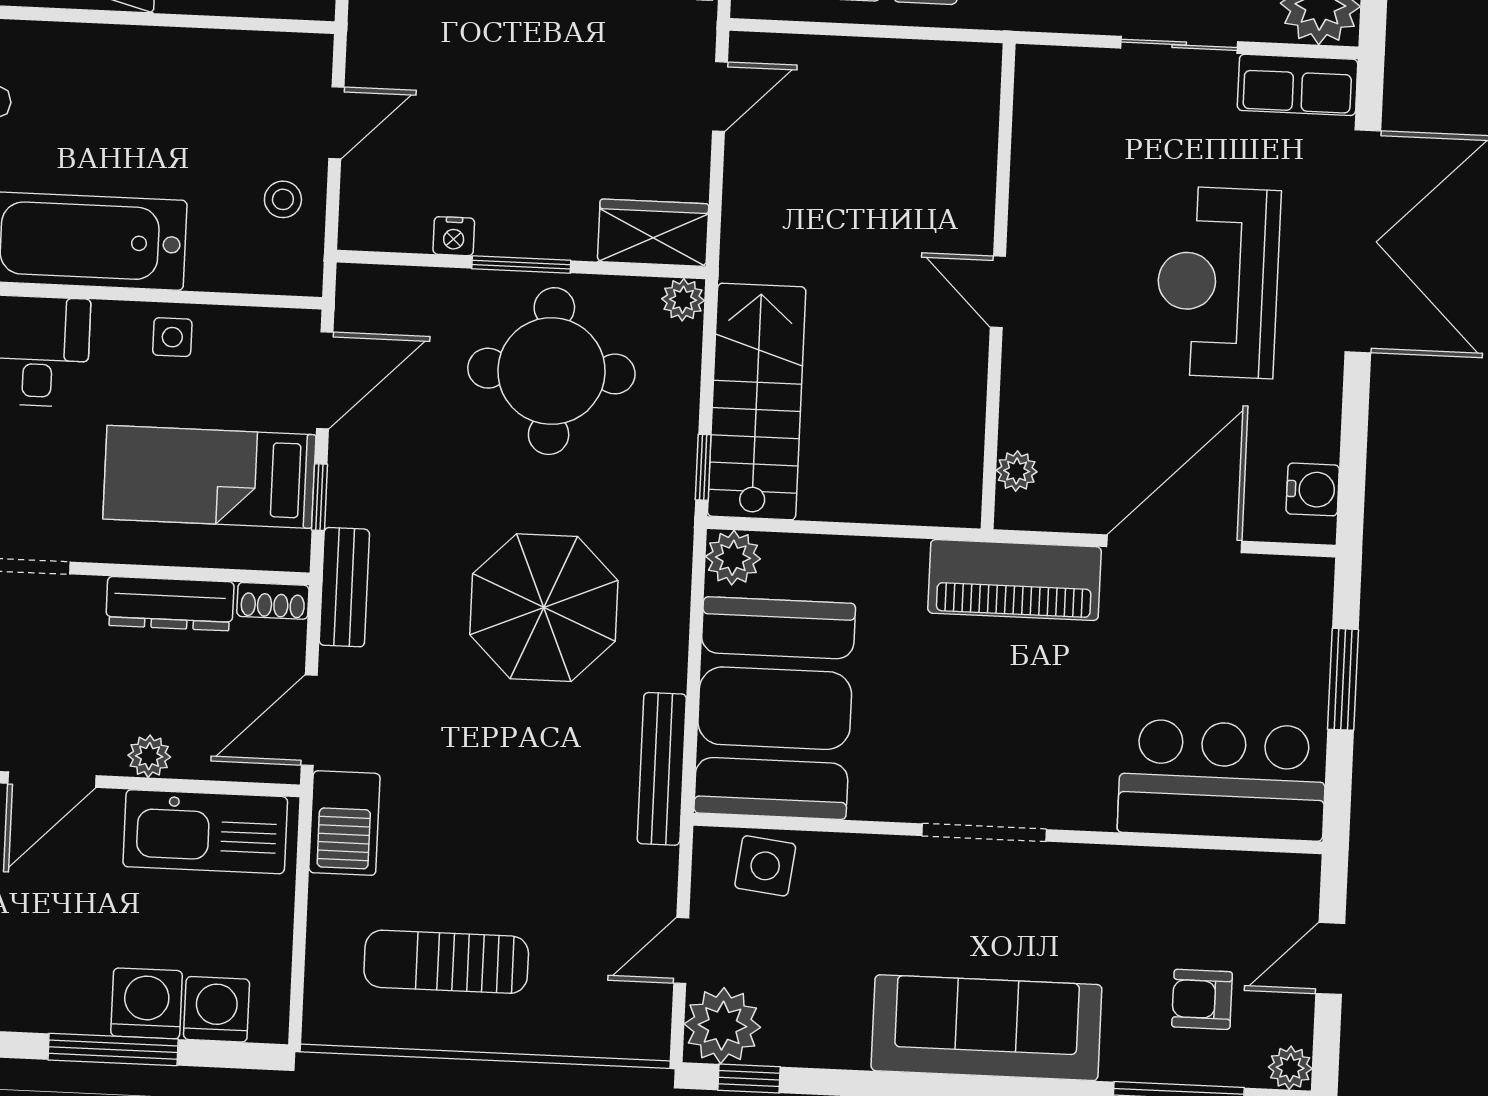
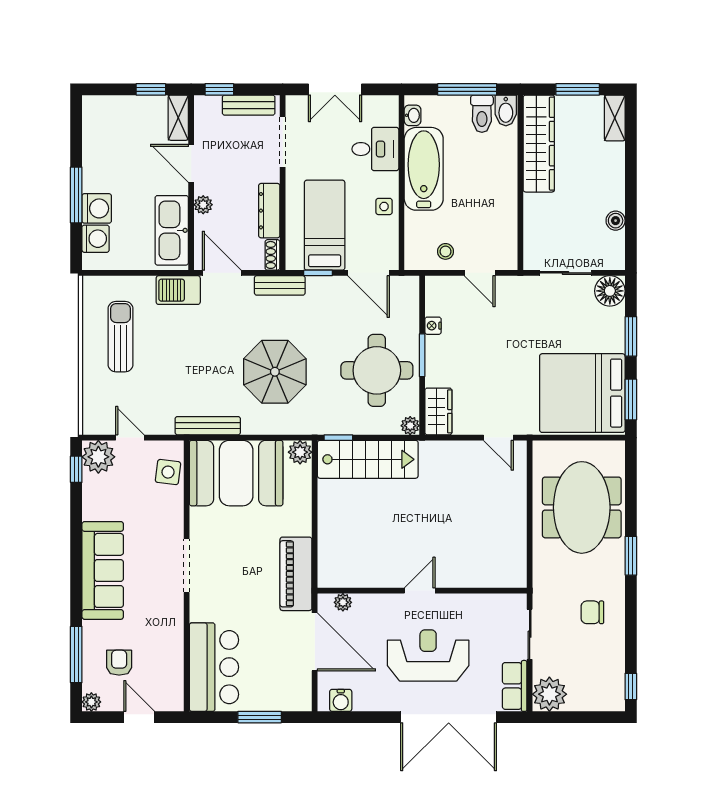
wall: (998, 286) -> (422, 591), moved
door: (998, 292) -> (420, 591), moved
plant: (1017, 471) -> (343, 602), moved

